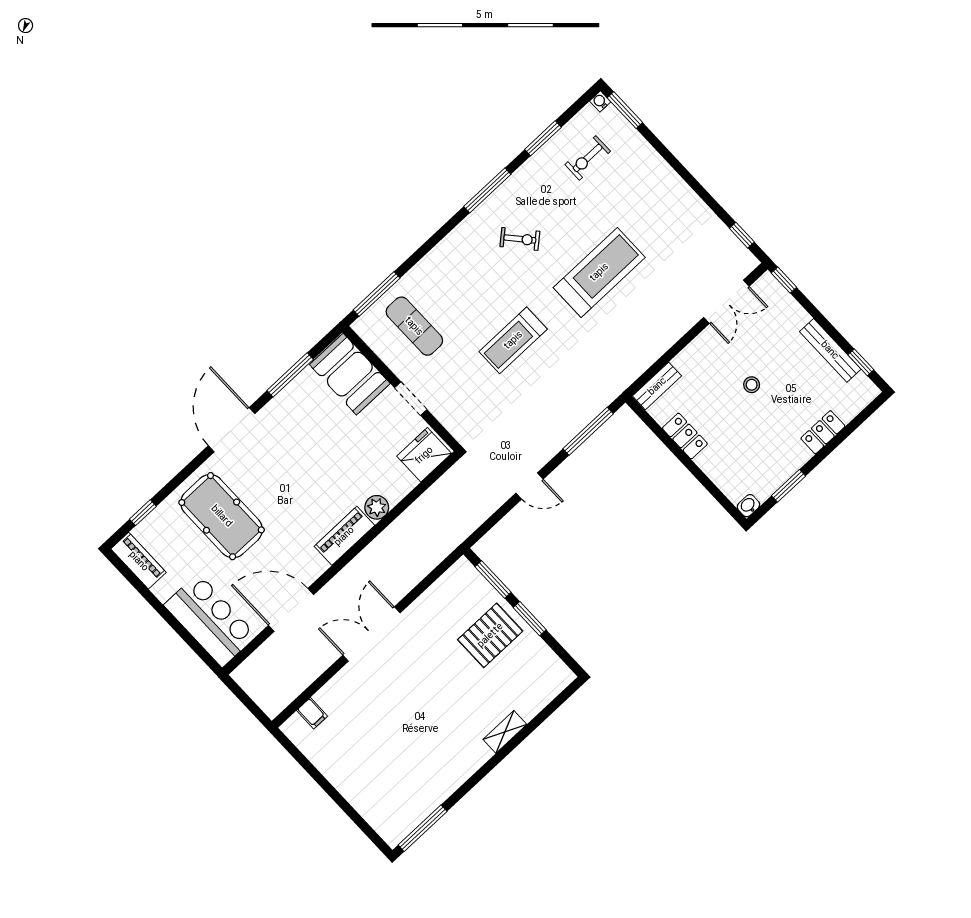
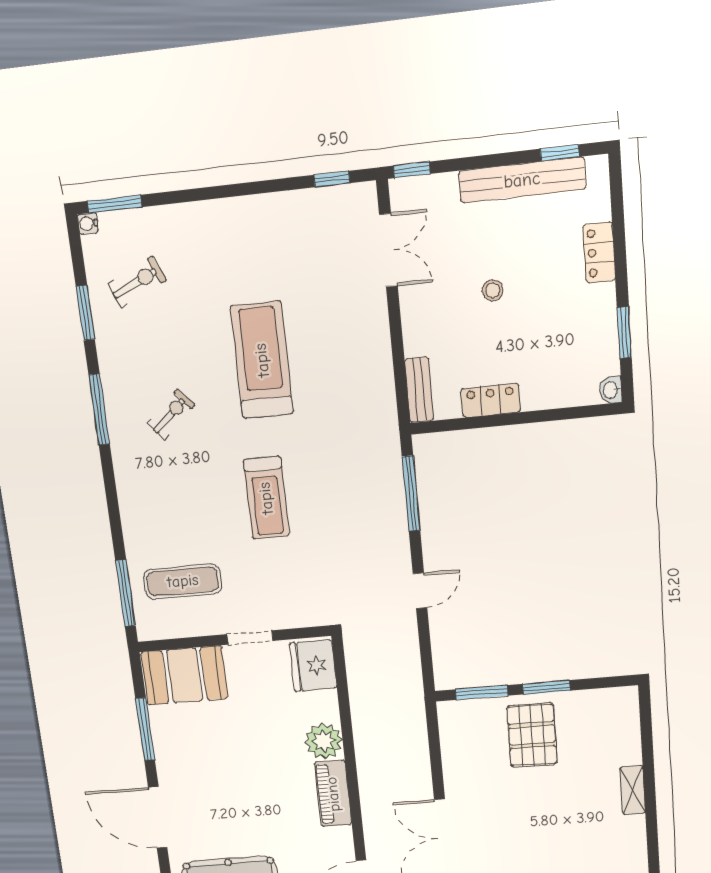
exercise bike: (588, 158) -> (137, 282), turned -114
bench: (830, 350) -> (522, 180), width x1.37, depth x1.21
plant: (377, 507) -> (324, 741), width x1.36, depth x1.36

